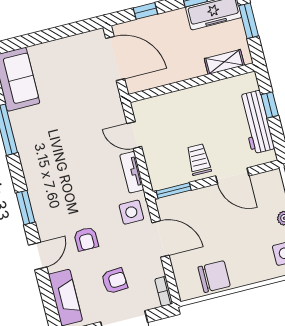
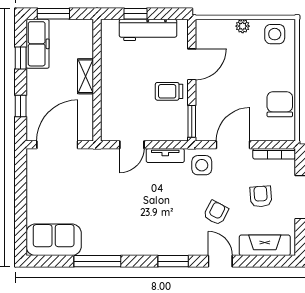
shelving: (224, 62) -> (85, 76), moved
armchair: (86, 239) -> (216, 213), turned -62
bookcase: (164, 291) -> (274, 154), width x1.56

